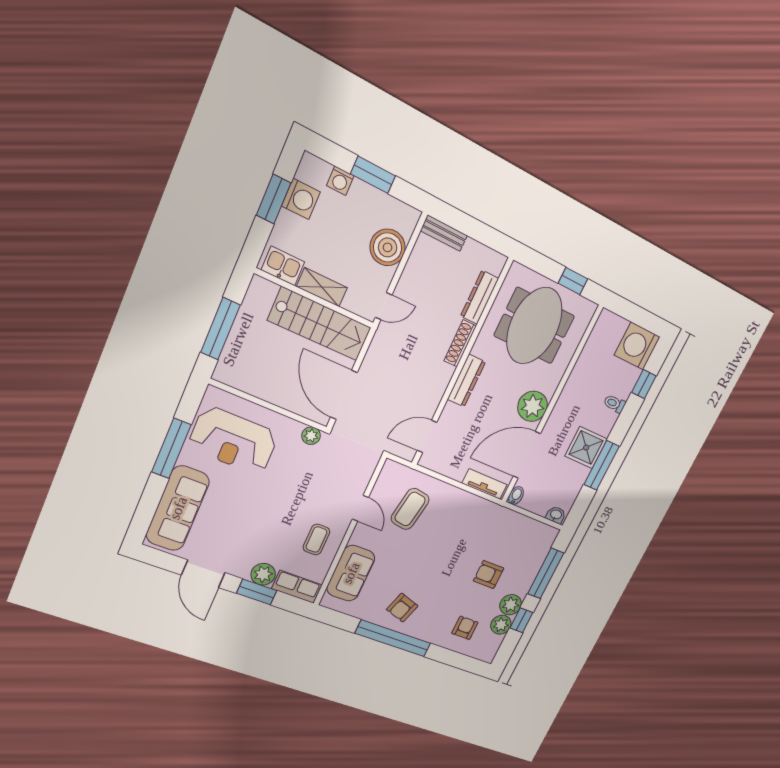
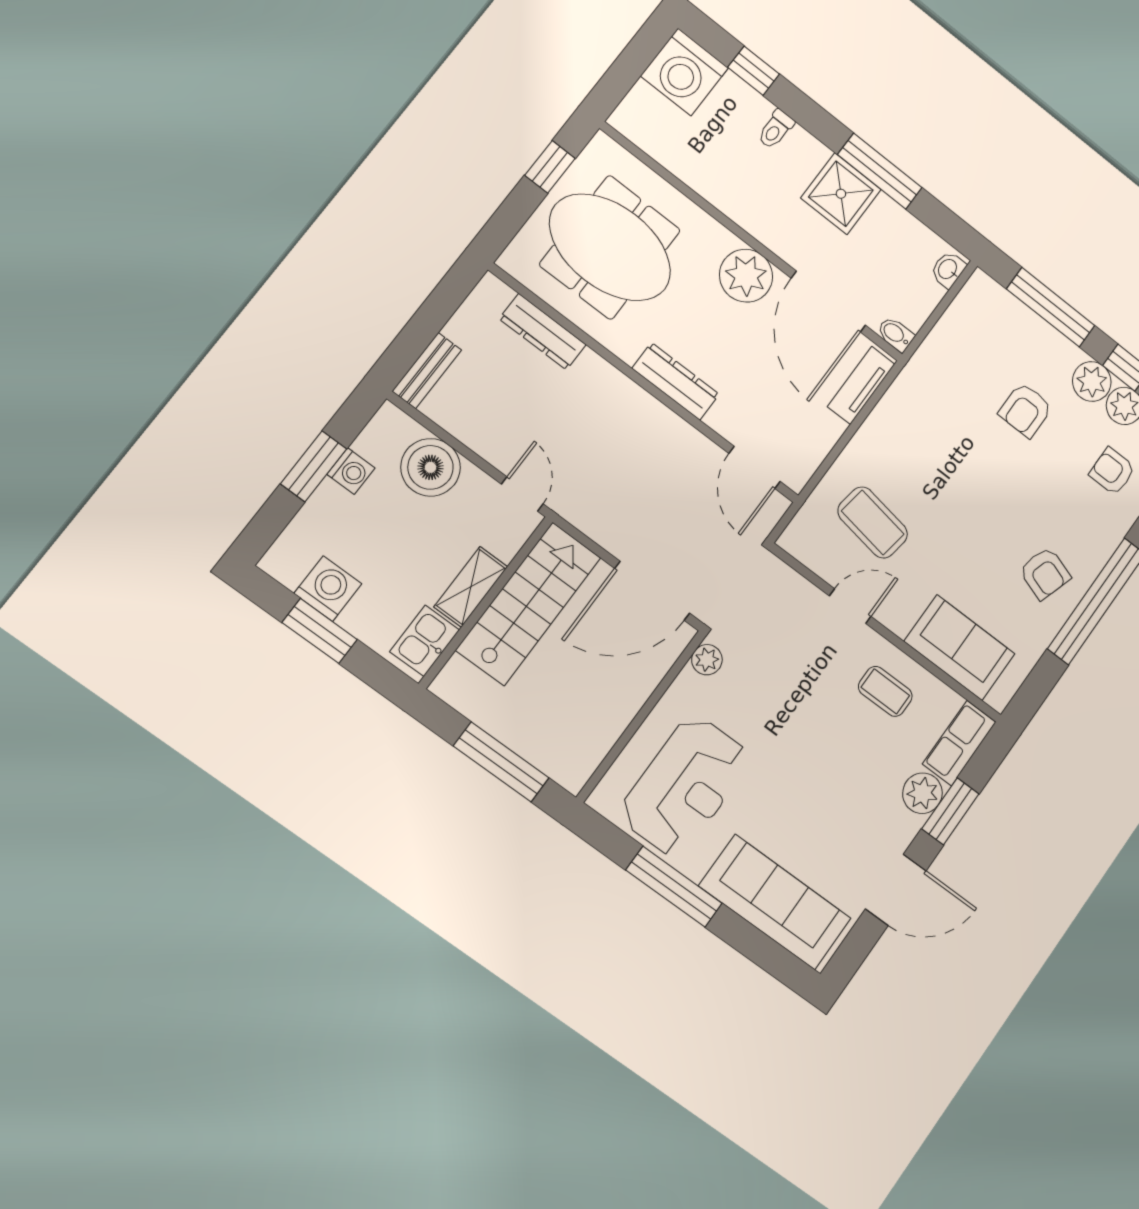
washing machine: (340, 181) -> (351, 471), moved
shoe rack: (460, 343) -> (611, 380), removed

